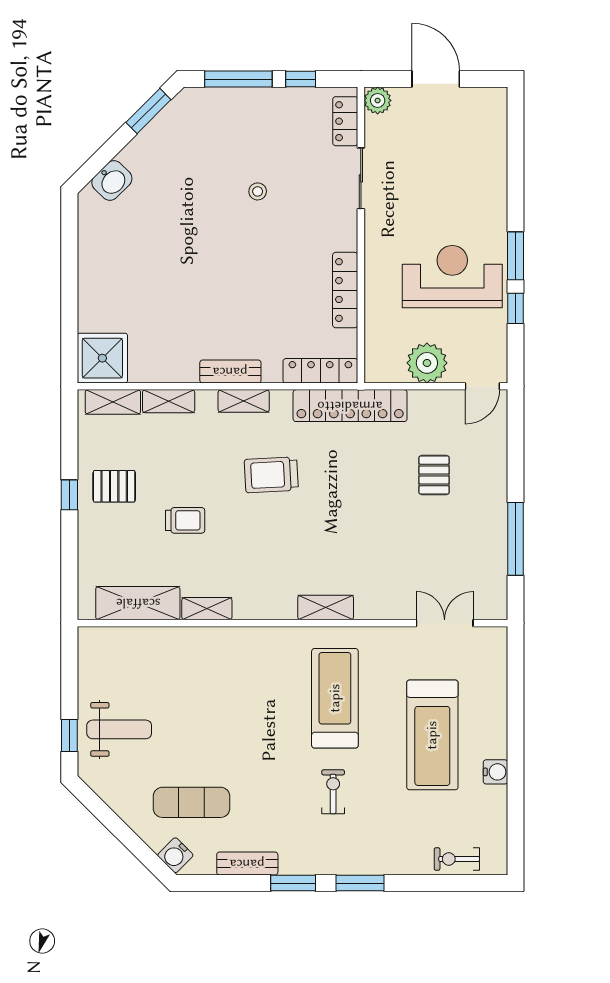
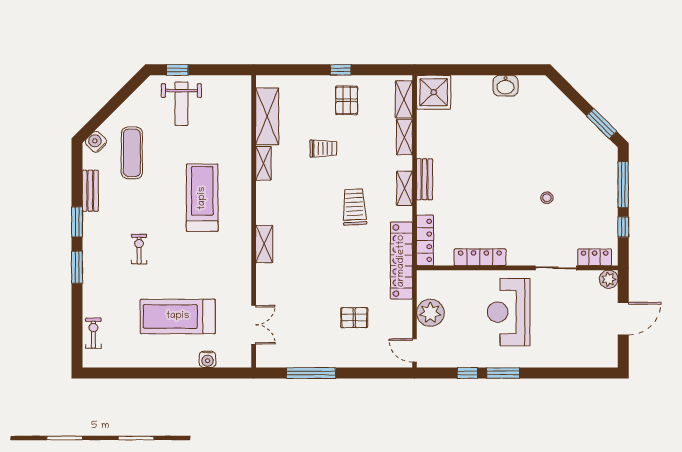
washbasin: (112, 181) -> (506, 86), moved, turned -45
reception desk: (452, 277) -> (509, 312), moved, turned 180
trolley: (185, 520) -> (323, 148), turned -90
treadmill: (335, 698) -> (202, 198), moved, turned -90
water cooler: (495, 772) -> (207, 359), moved
exercise bike: (333, 792) -> (139, 249), turned -90

